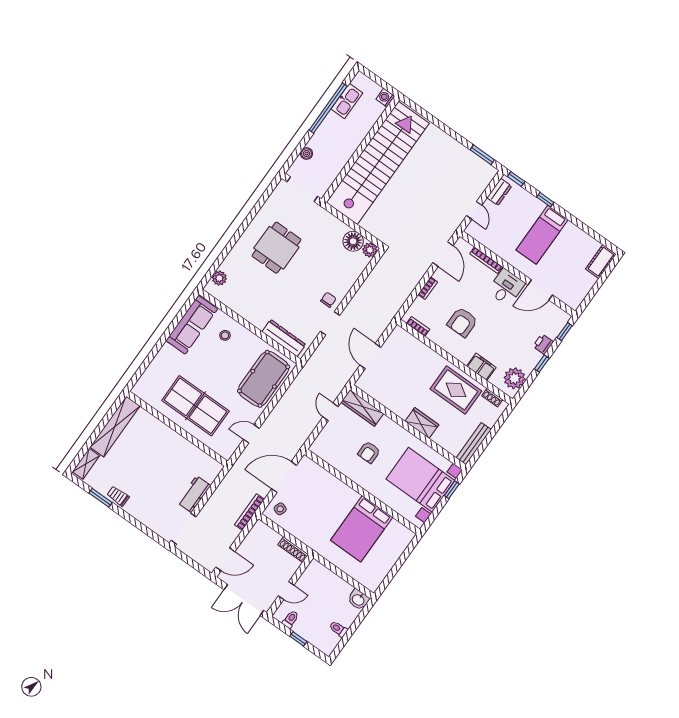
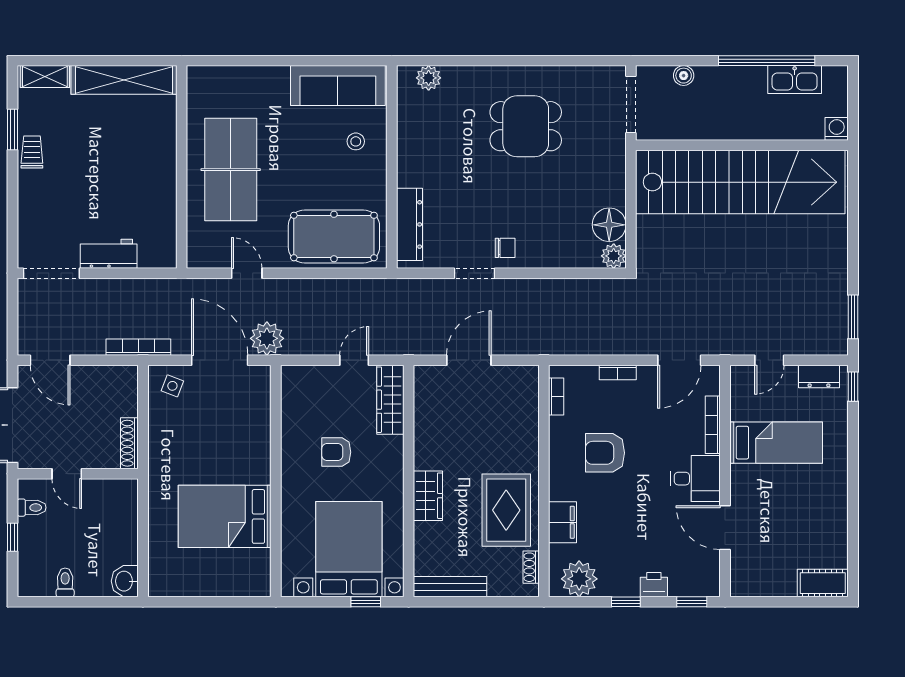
window: (545, 200) -> (853, 447), removed
bed: (542, 235) -> (776, 443), moved, turned 180
plant: (290, 447) -> (267, 338), added

